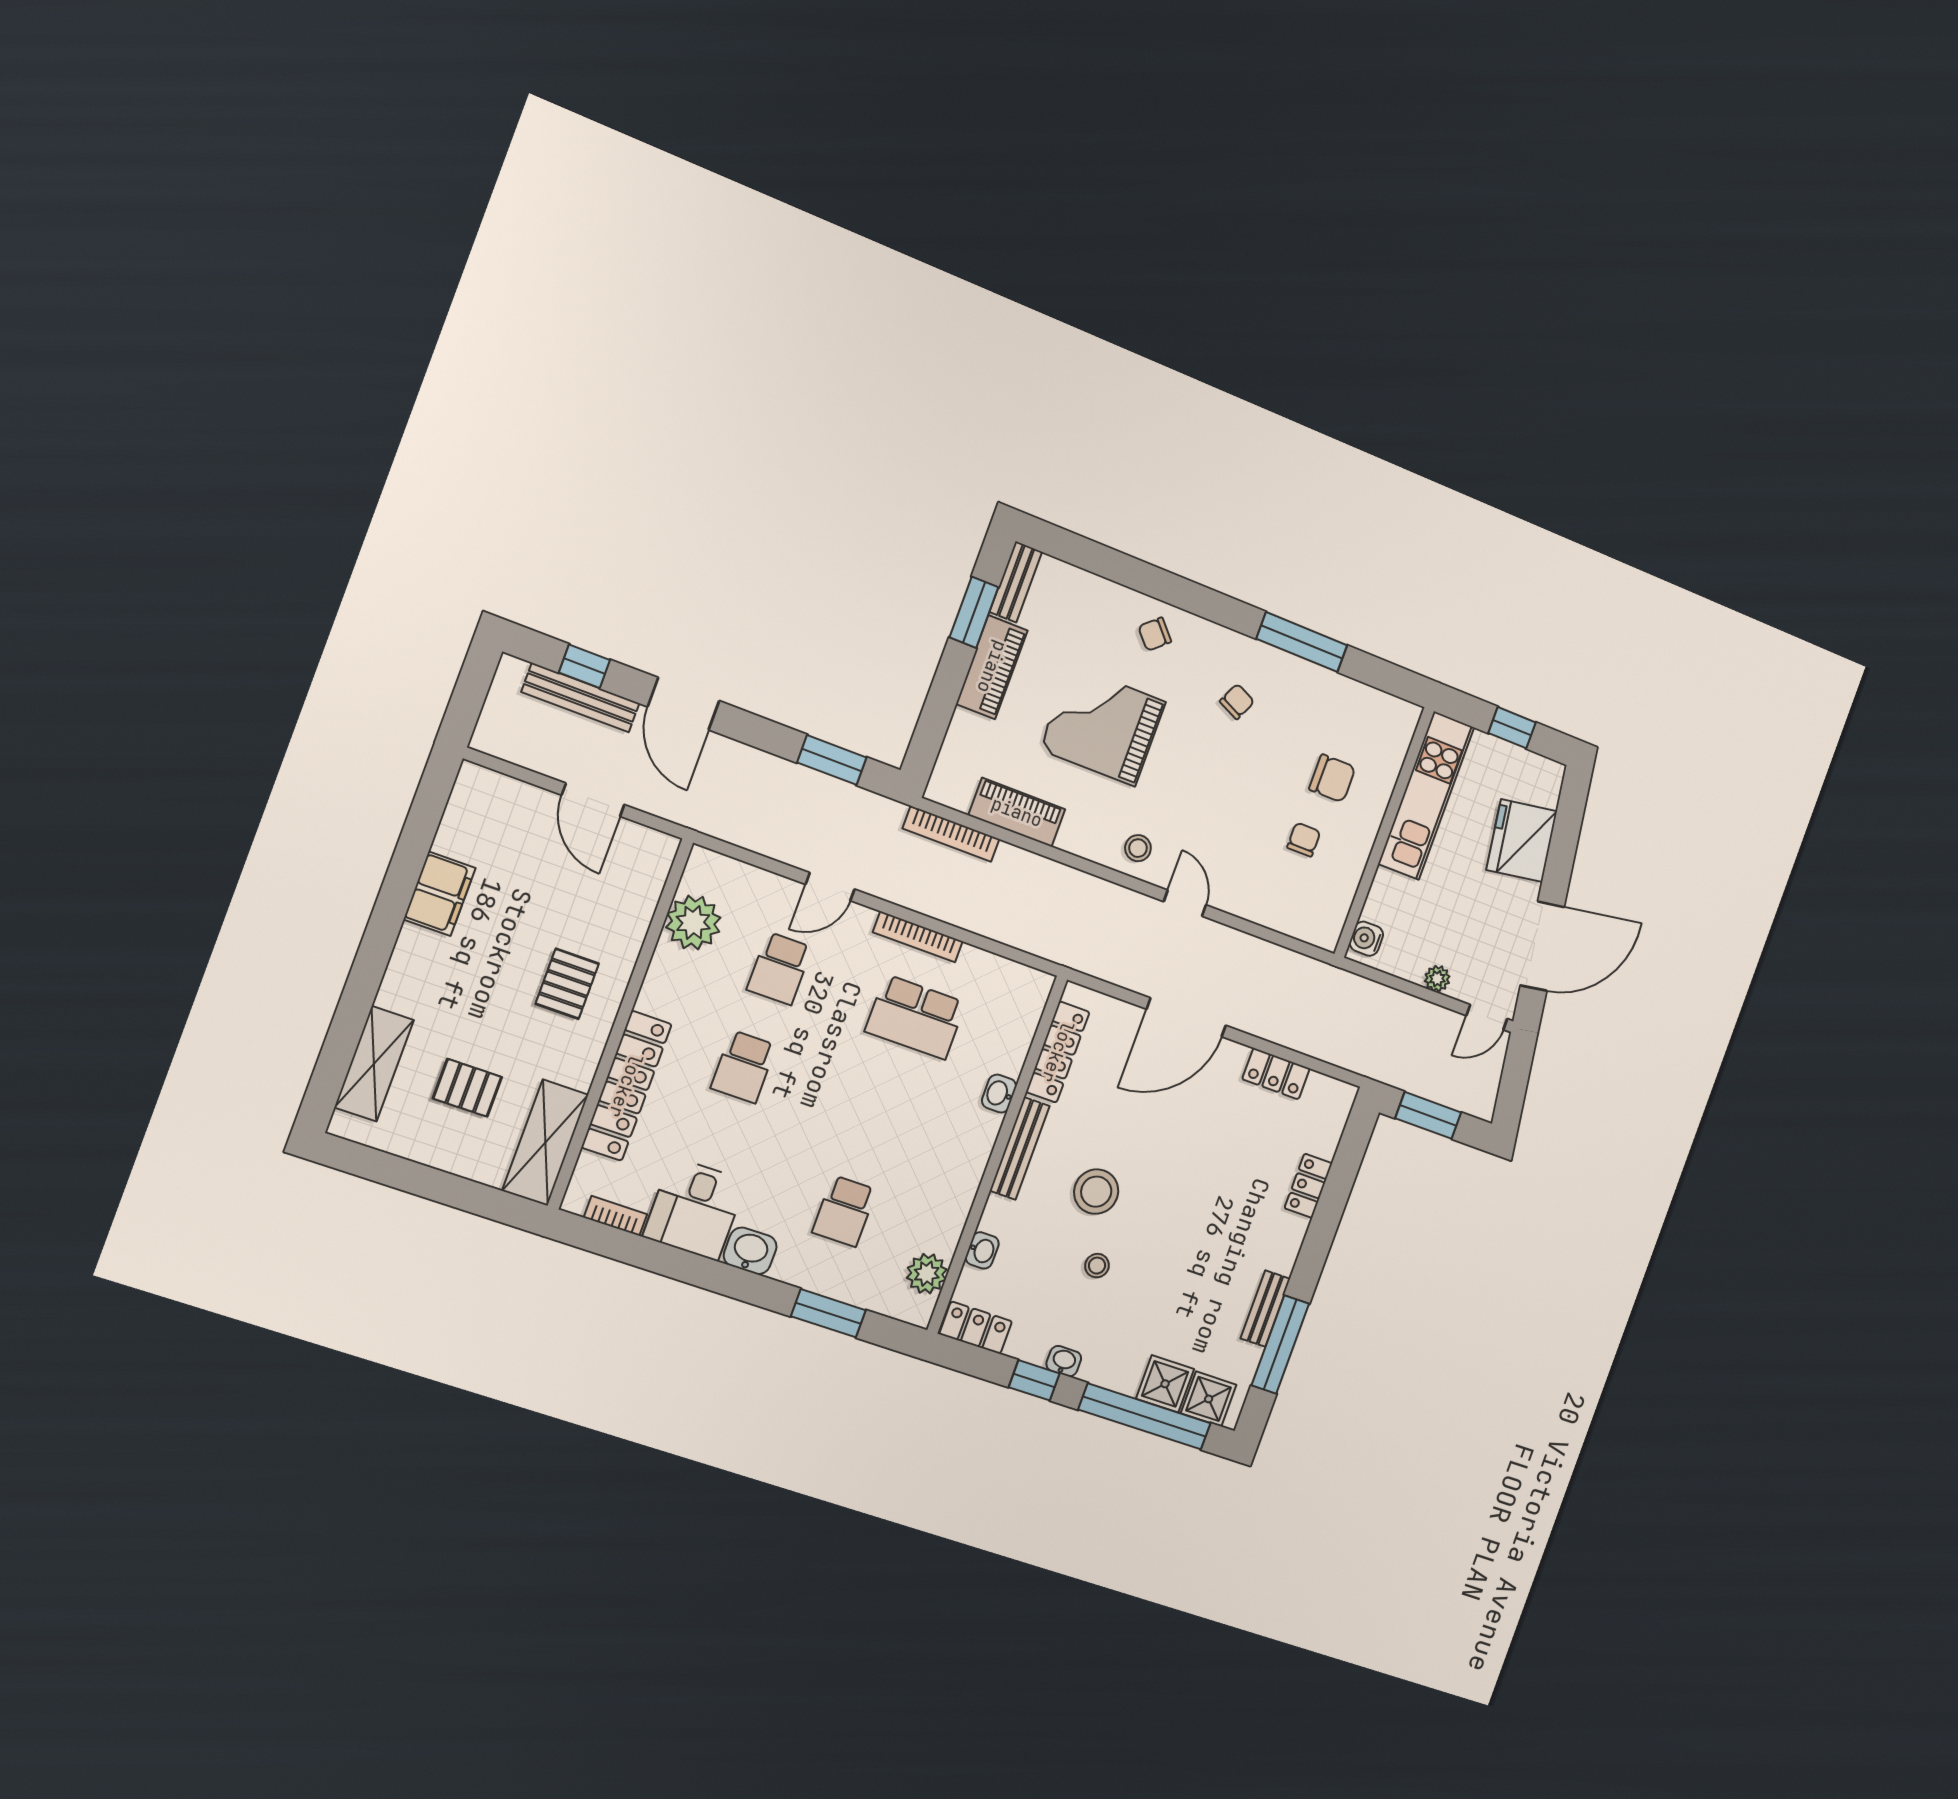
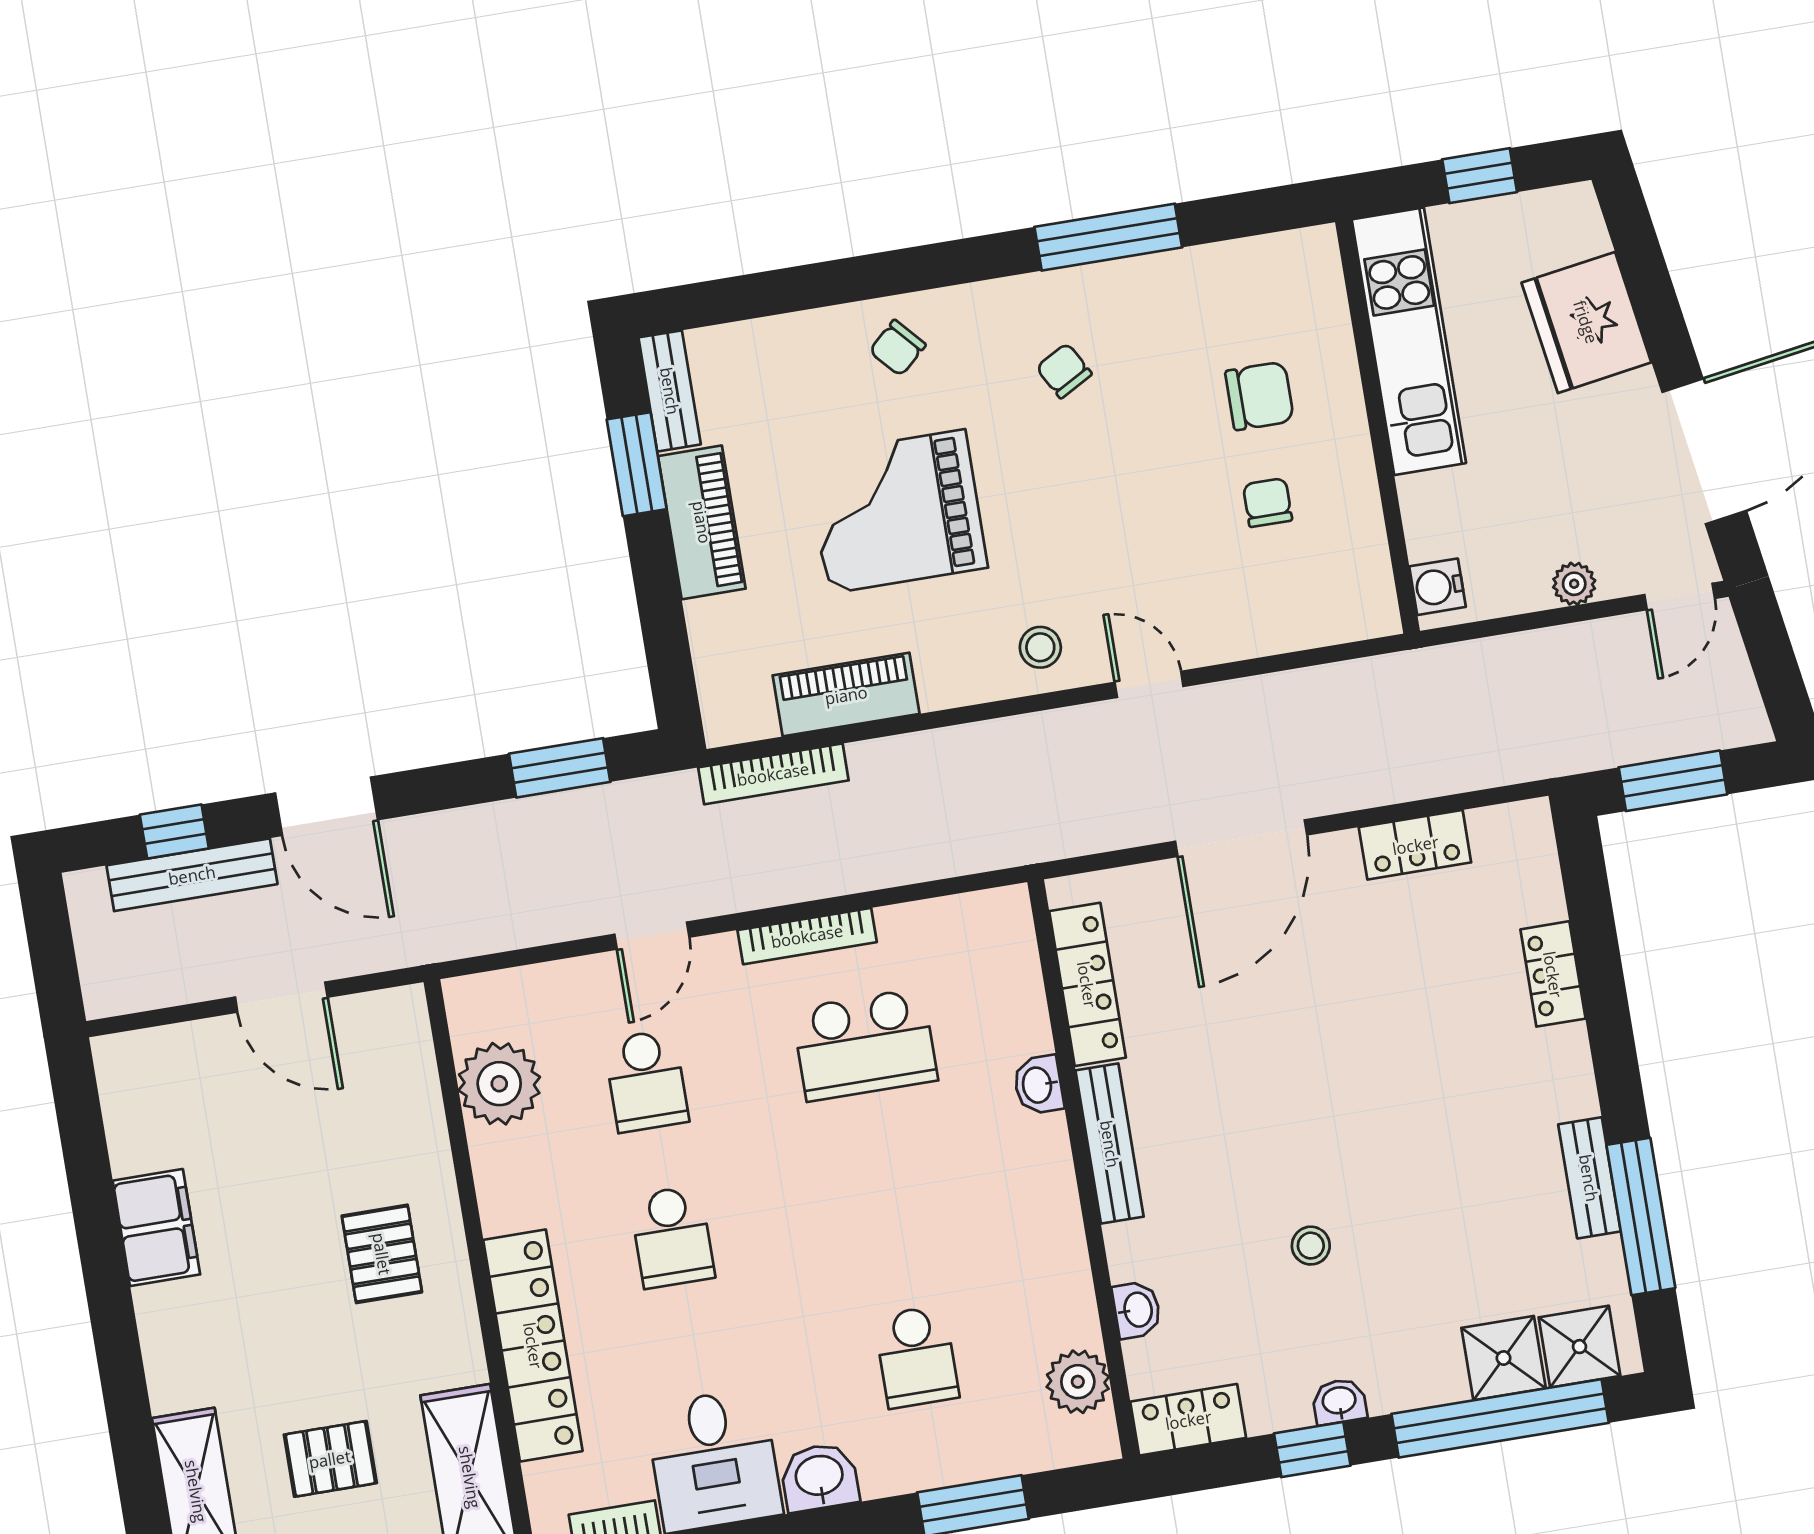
chair: (1237, 702) -> (1064, 371), turned -54
stool: (1096, 1192) -> (1251, 1145), removed

